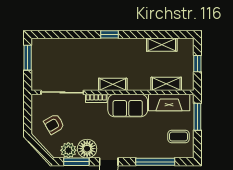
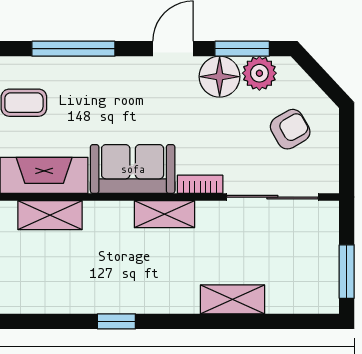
window: (109, 34) -> (116, 321), moved
shelving: (162, 45) -> (233, 299), moved

